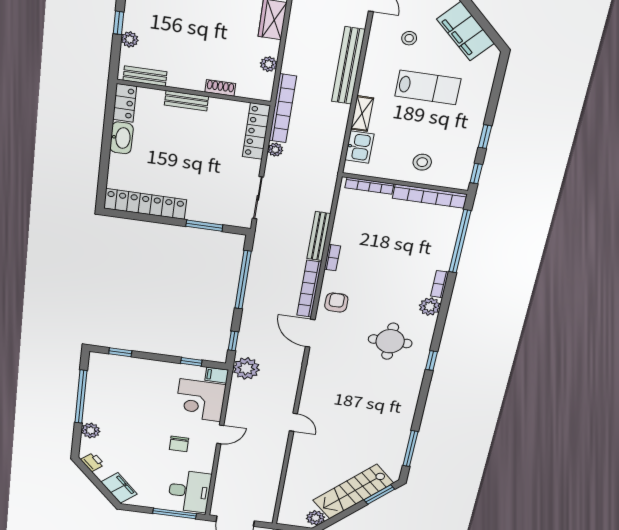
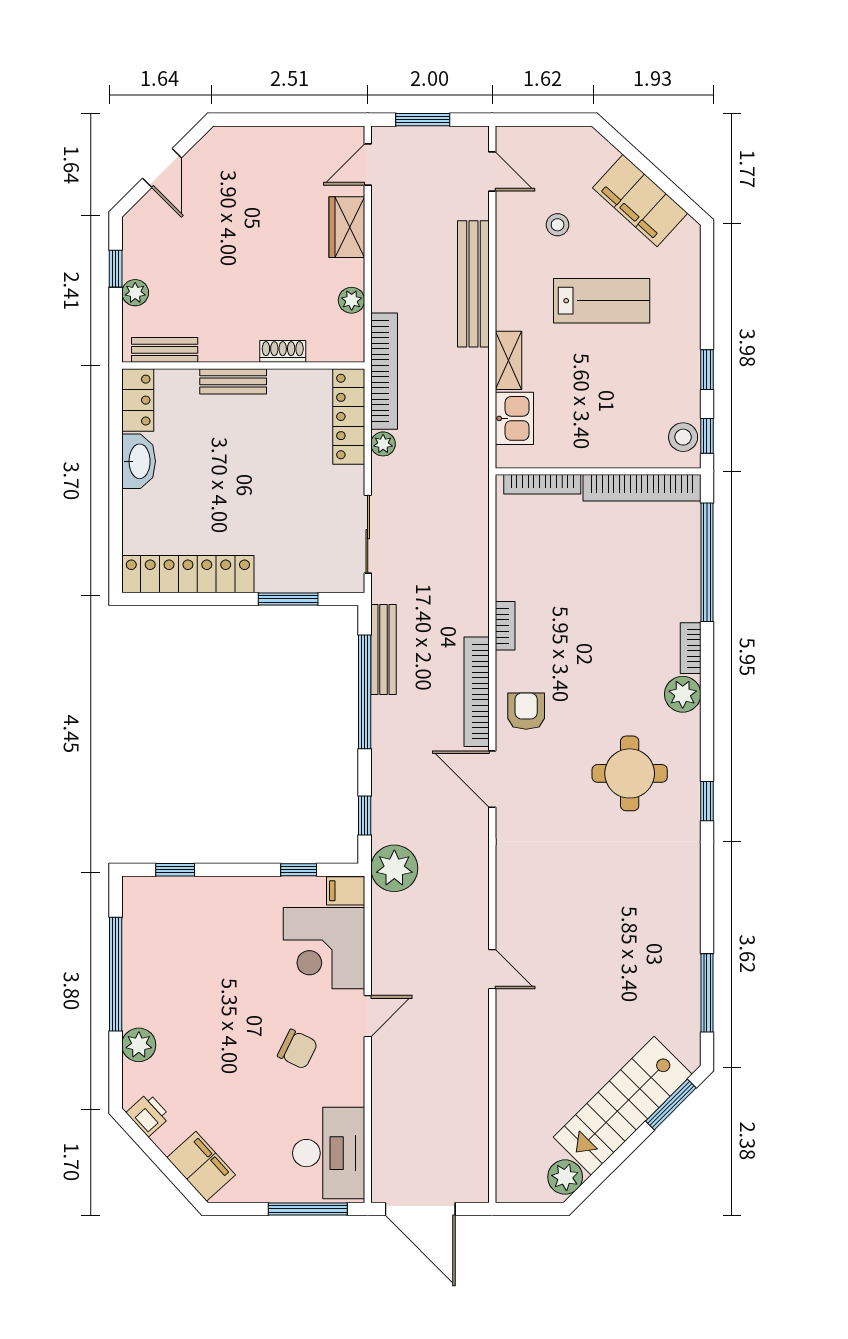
stool: (422, 162) -> (683, 437), moved
bench: (319, 236) -> (384, 650), moved
chair: (179, 444) -> (298, 1049), turned -64

